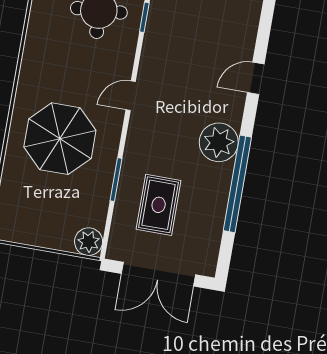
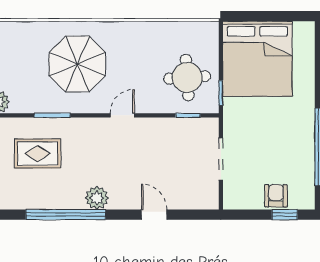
door: (131, 96) -> (122, 115), hinge flipped
plant: (219, 142) -> (97, 198), width x0.73, depth x0.73

